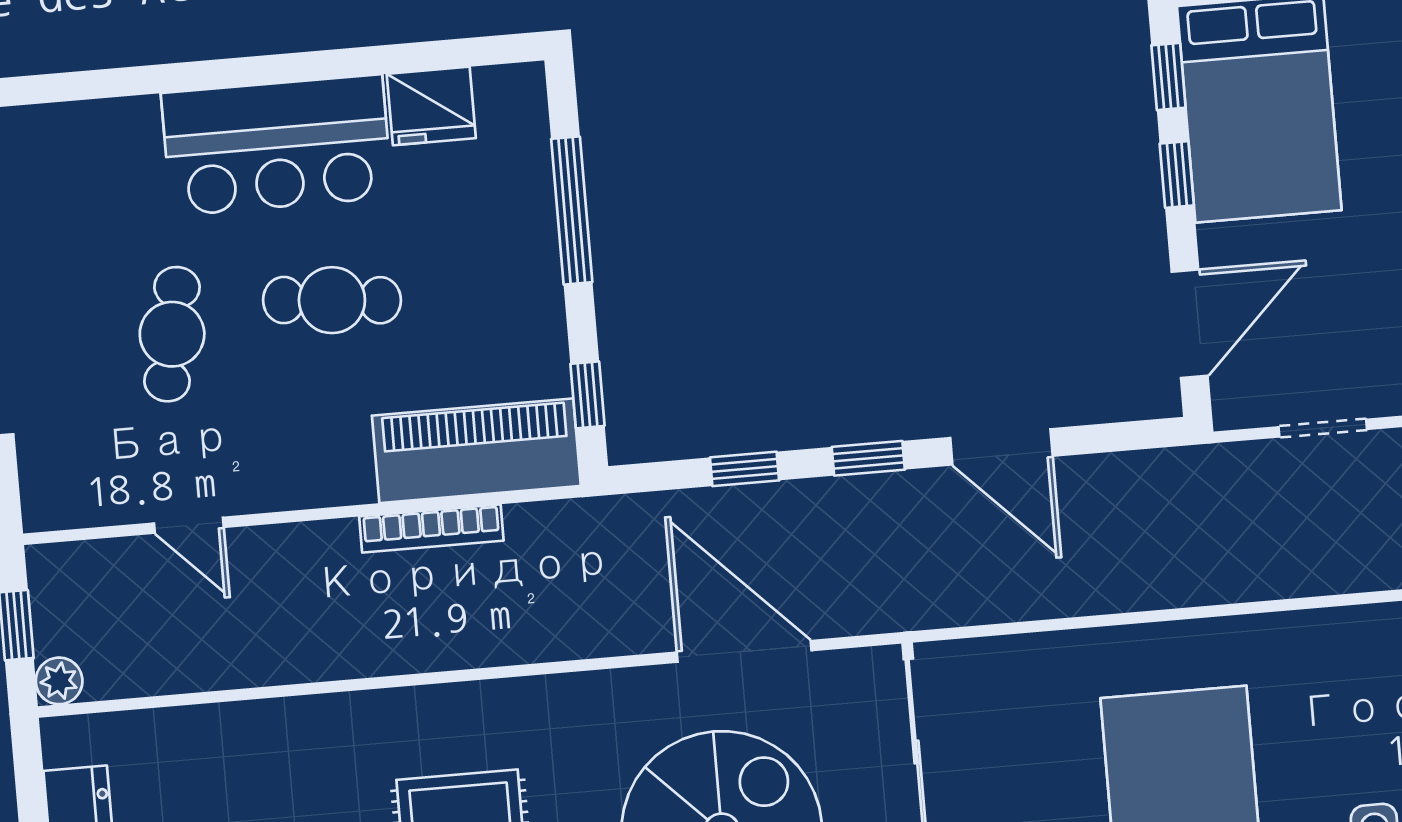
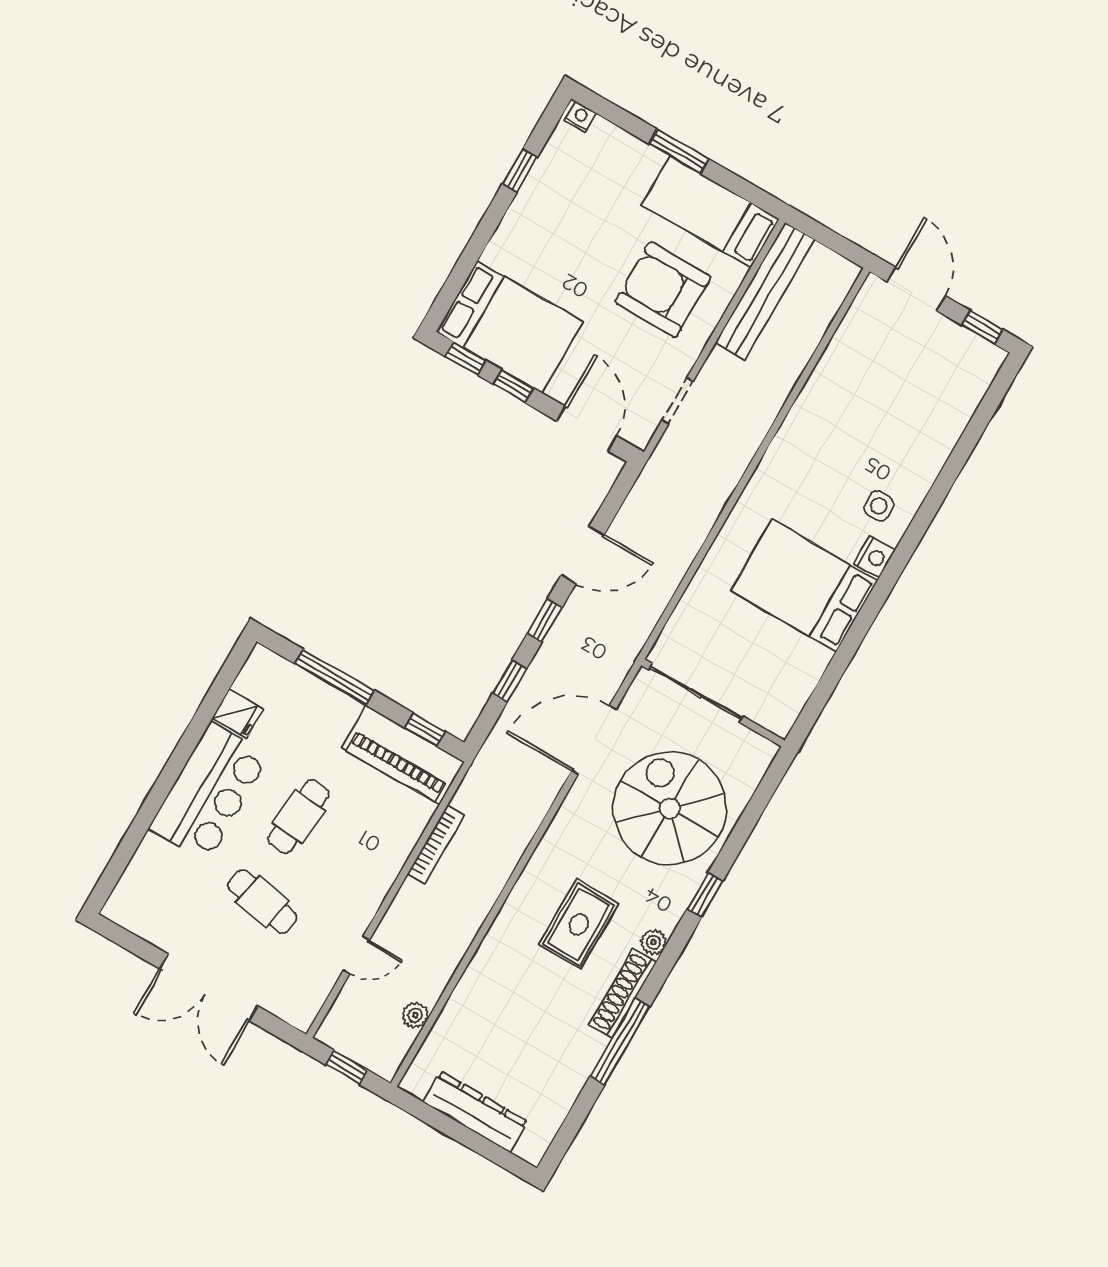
fridge: (431, 106) -> (238, 714), width x0.72
piano: (476, 451) -> (403, 755), moved, turned -90
plant: (59, 681) -> (415, 1015), moved

